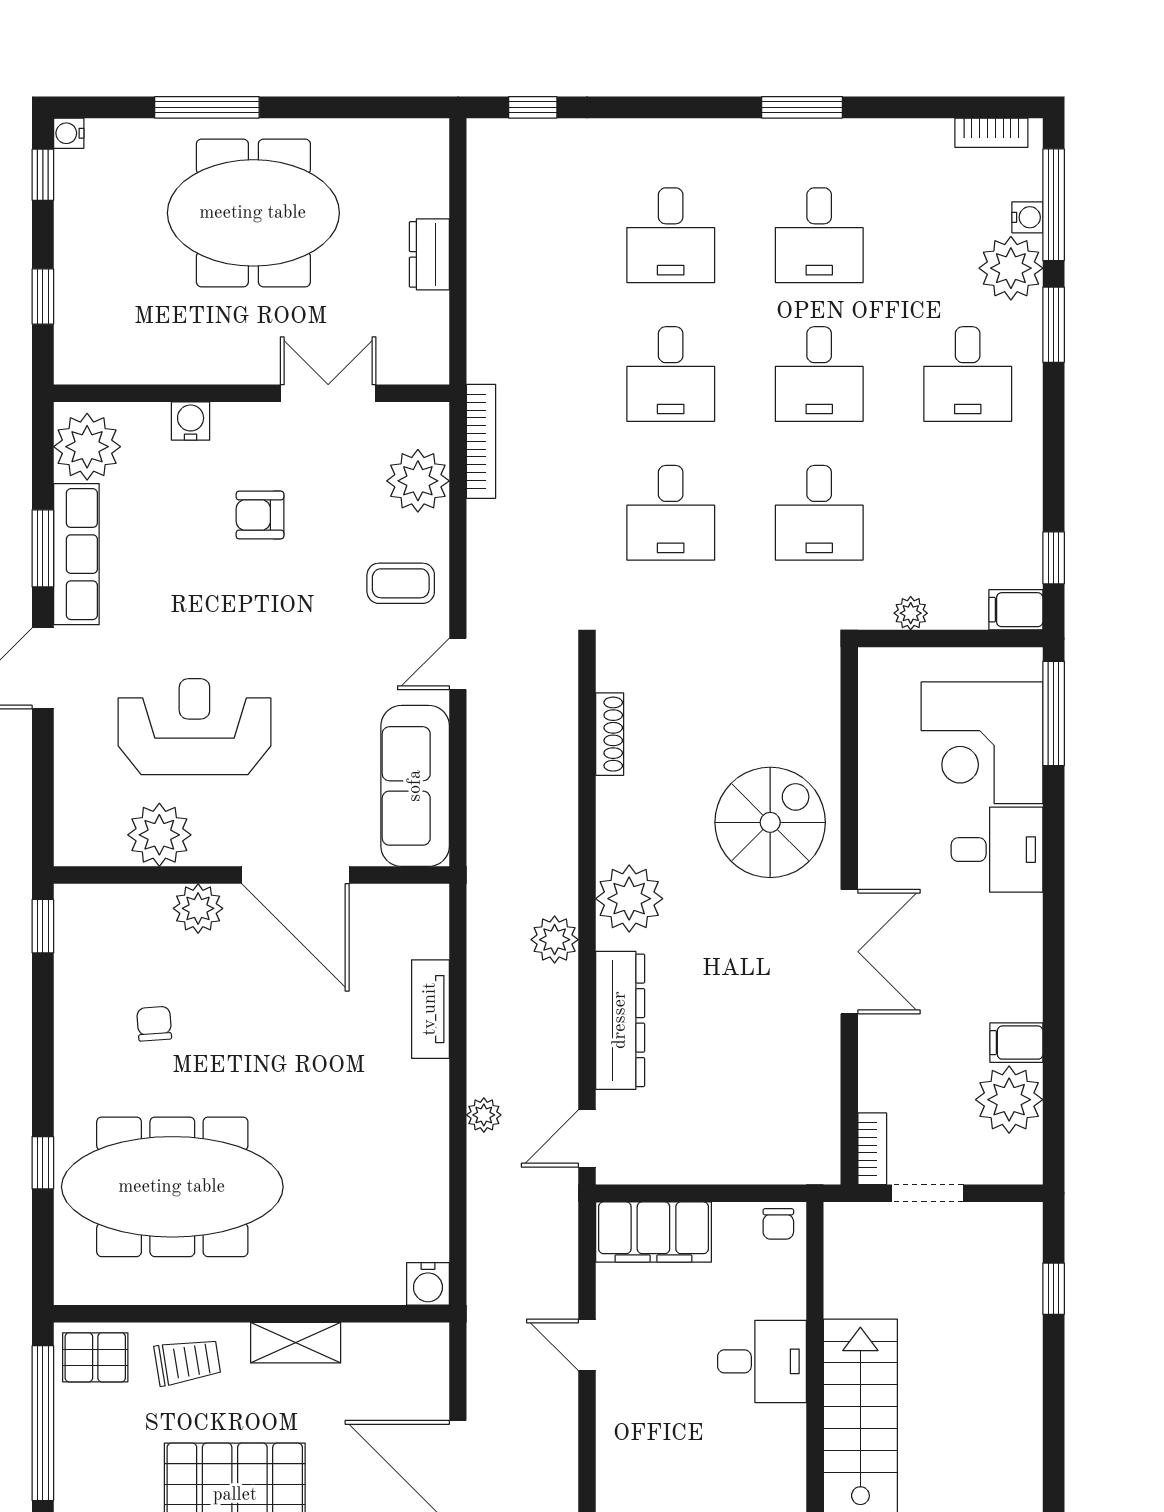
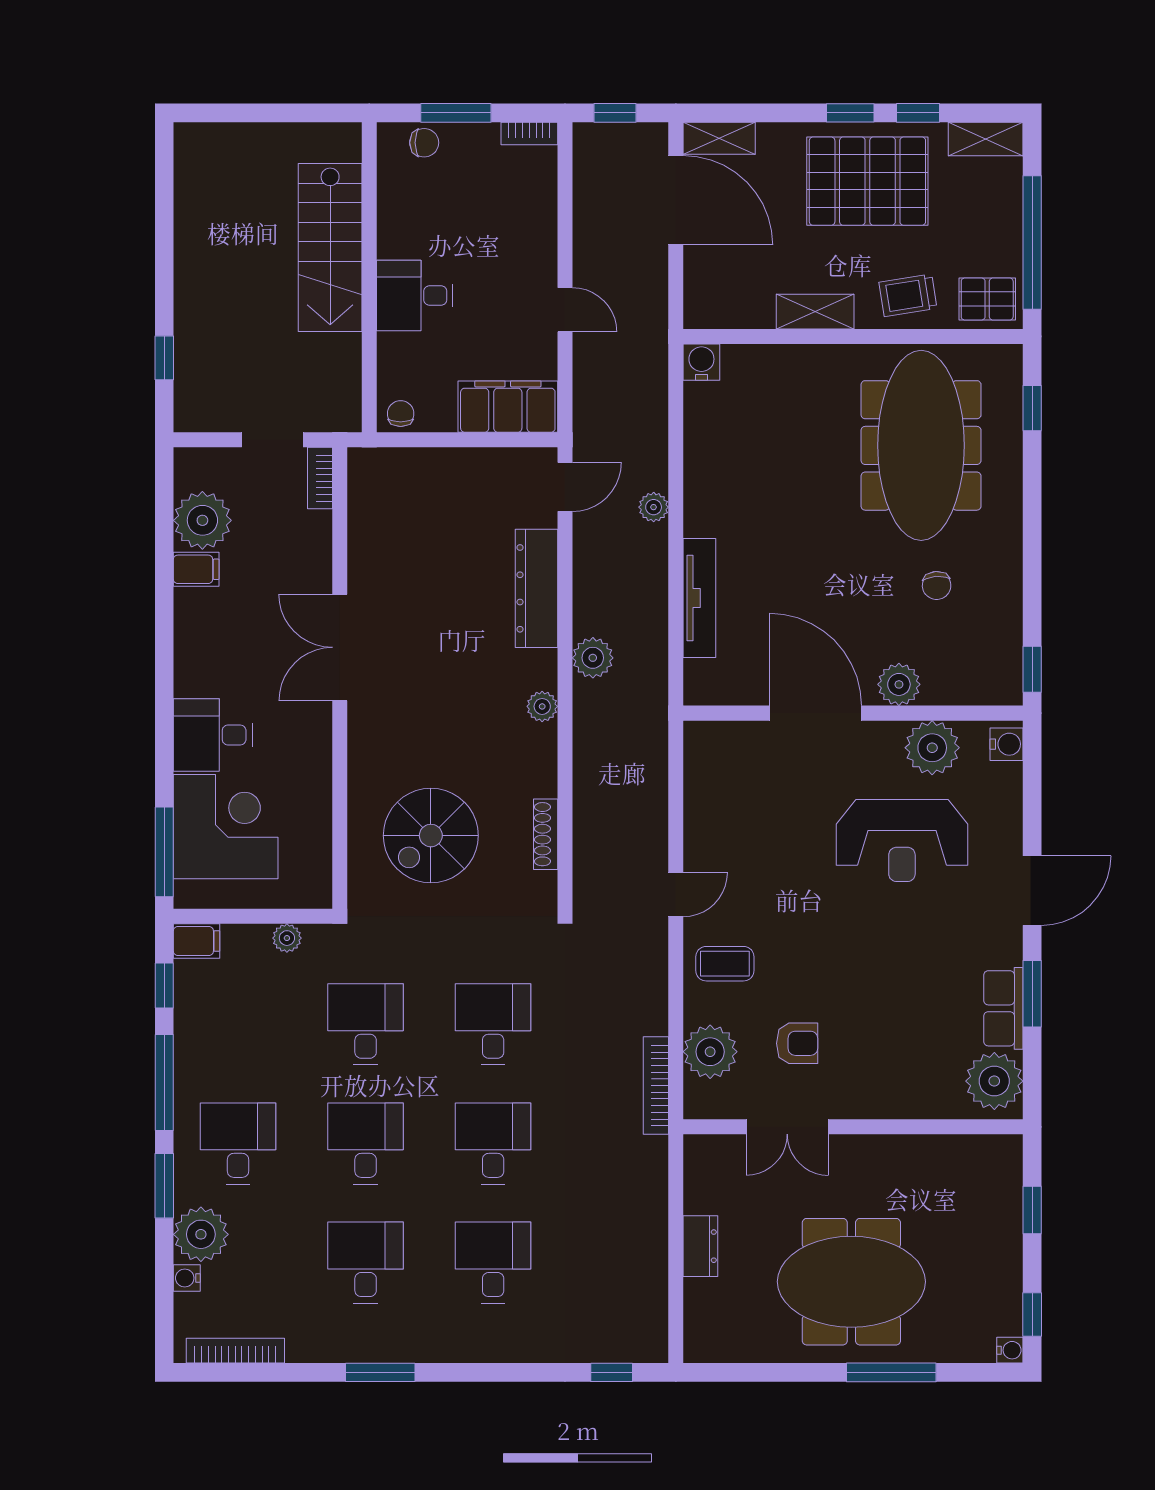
bookcase: (991, 133) -> (235, 1351), width x1.56
window: (1054, 205) -> (164, 1082), moved
water cooler: (191, 421) -> (1007, 744), moved, turned -90
armchair: (260, 515) -> (797, 1043), moved
row of seats: (76, 554) -> (1003, 1008), width x0.68
sofa: (415, 786) -> (713, 790), removed
spiral stairs: (770, 822) -> (431, 836), moved
plant: (629, 899) -> (542, 706), width x0.53, depth x0.53
tv unit: (430, 1009) -> (699, 598), width x1.41
window: (43, 1163) -> (1032, 408), moved
meeting table: (172, 1187) -> (921, 445), turned 90

